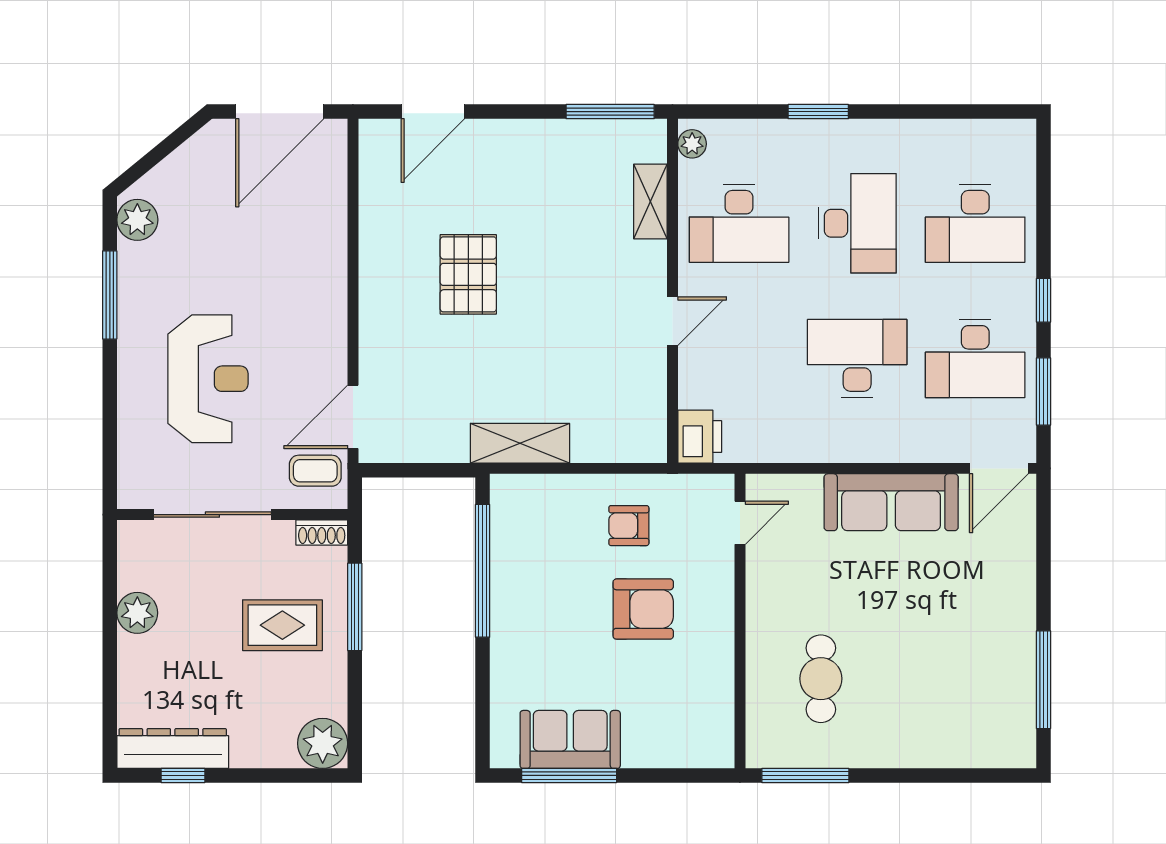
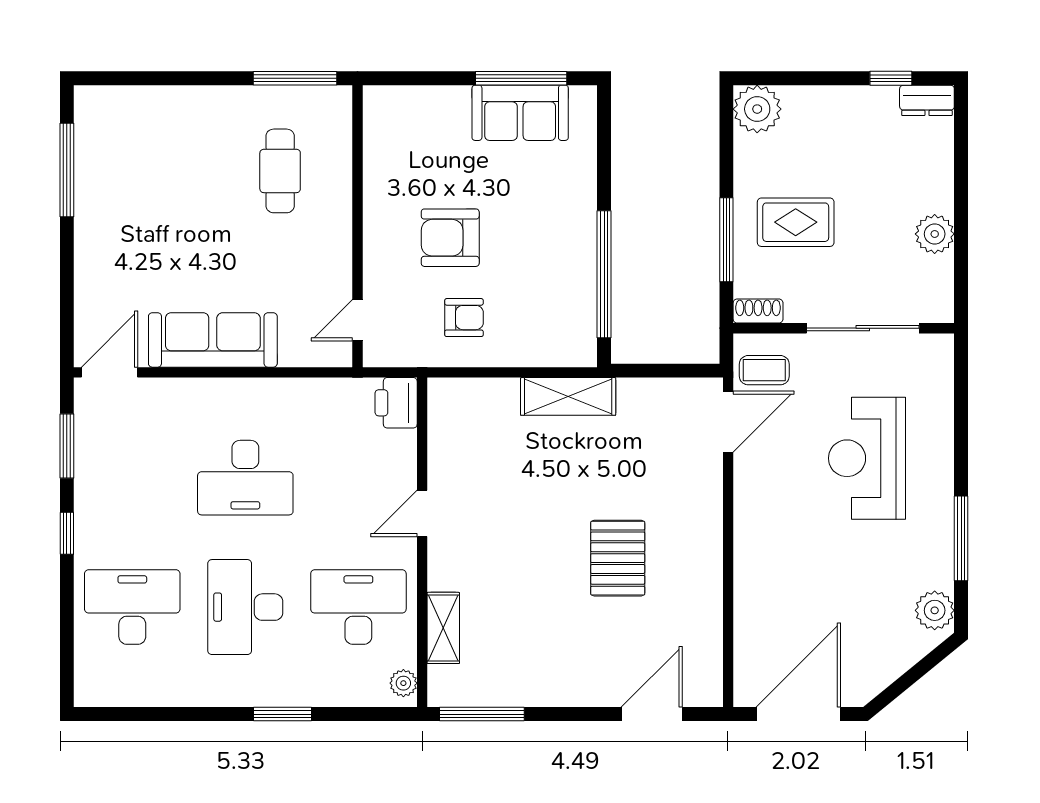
desk: (975, 358) -> (132, 478), removed
dresser: (173, 748) -> (927, 100), width x0.51, depth x0.80

